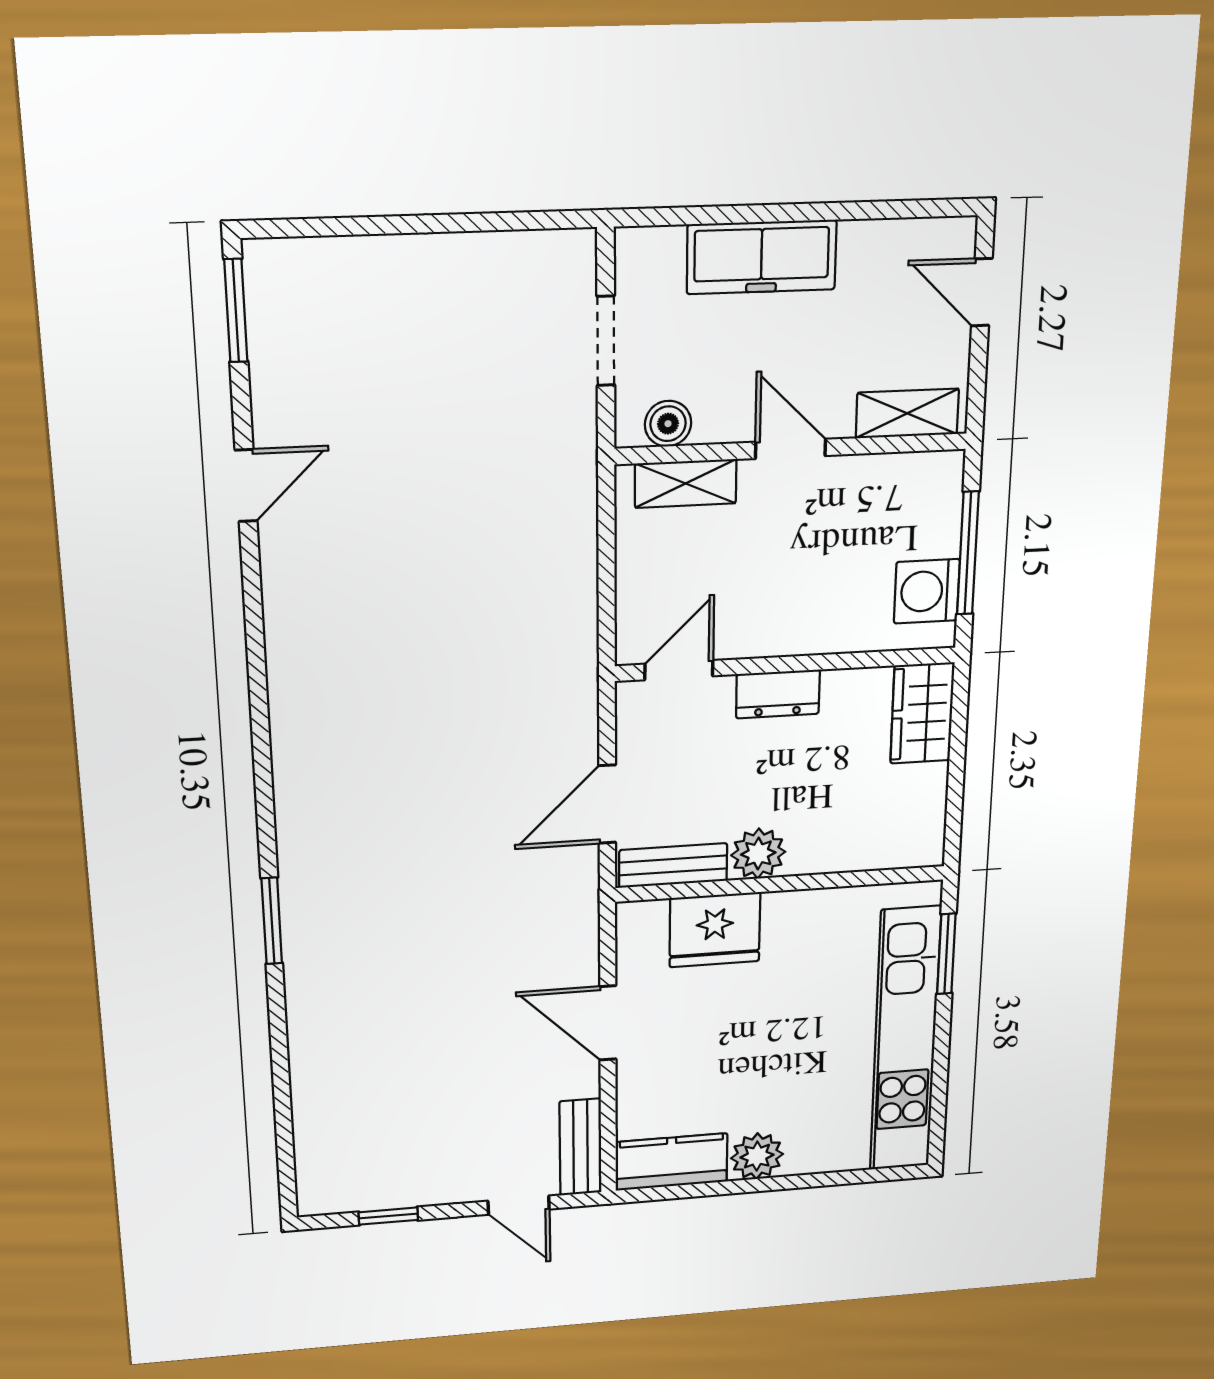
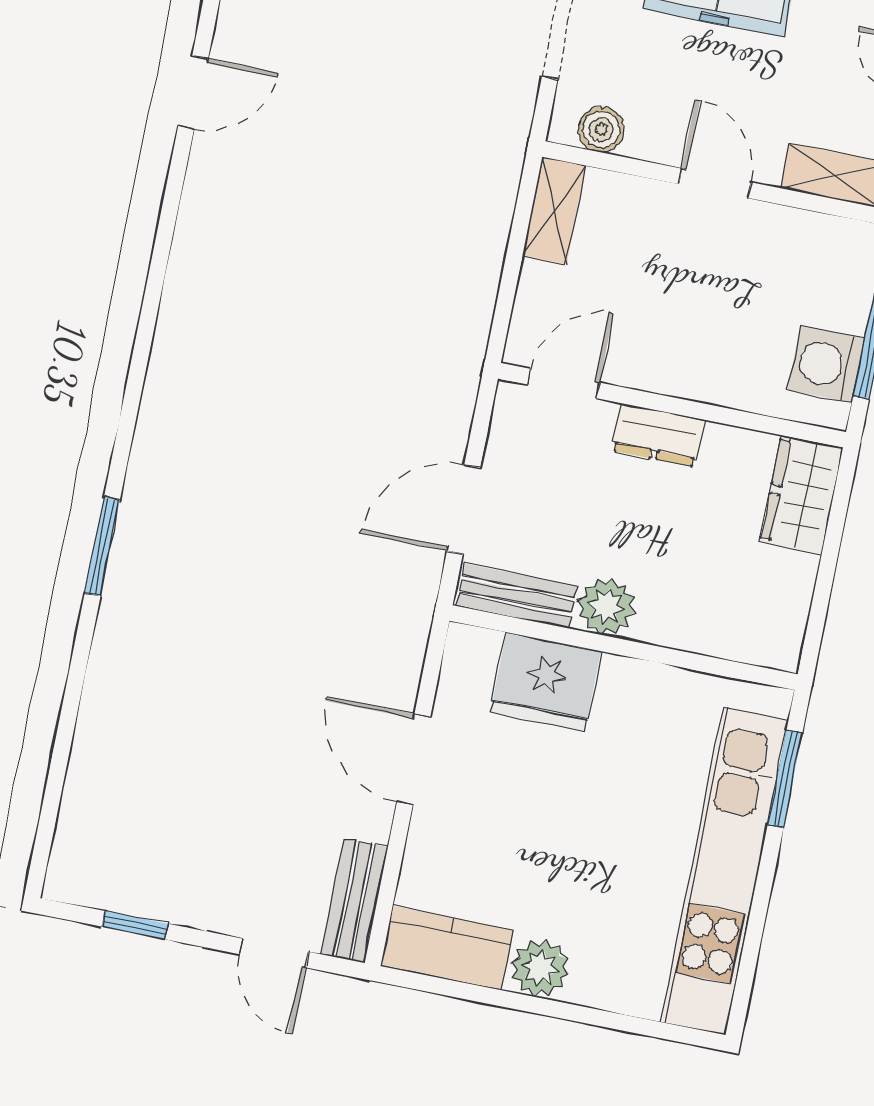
shelving: (686, 483) -> (554, 211), moved, turned 90

